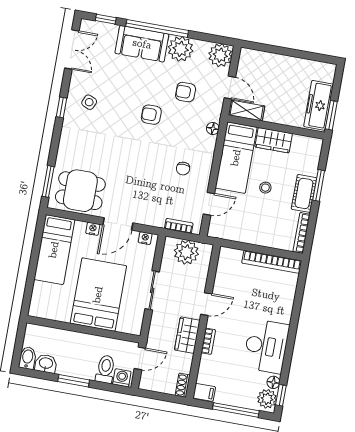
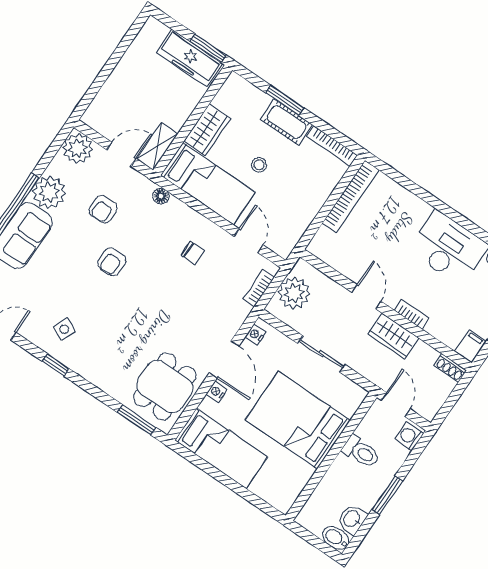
toilet: (105, 369) -> (361, 452), moved, turned 180

